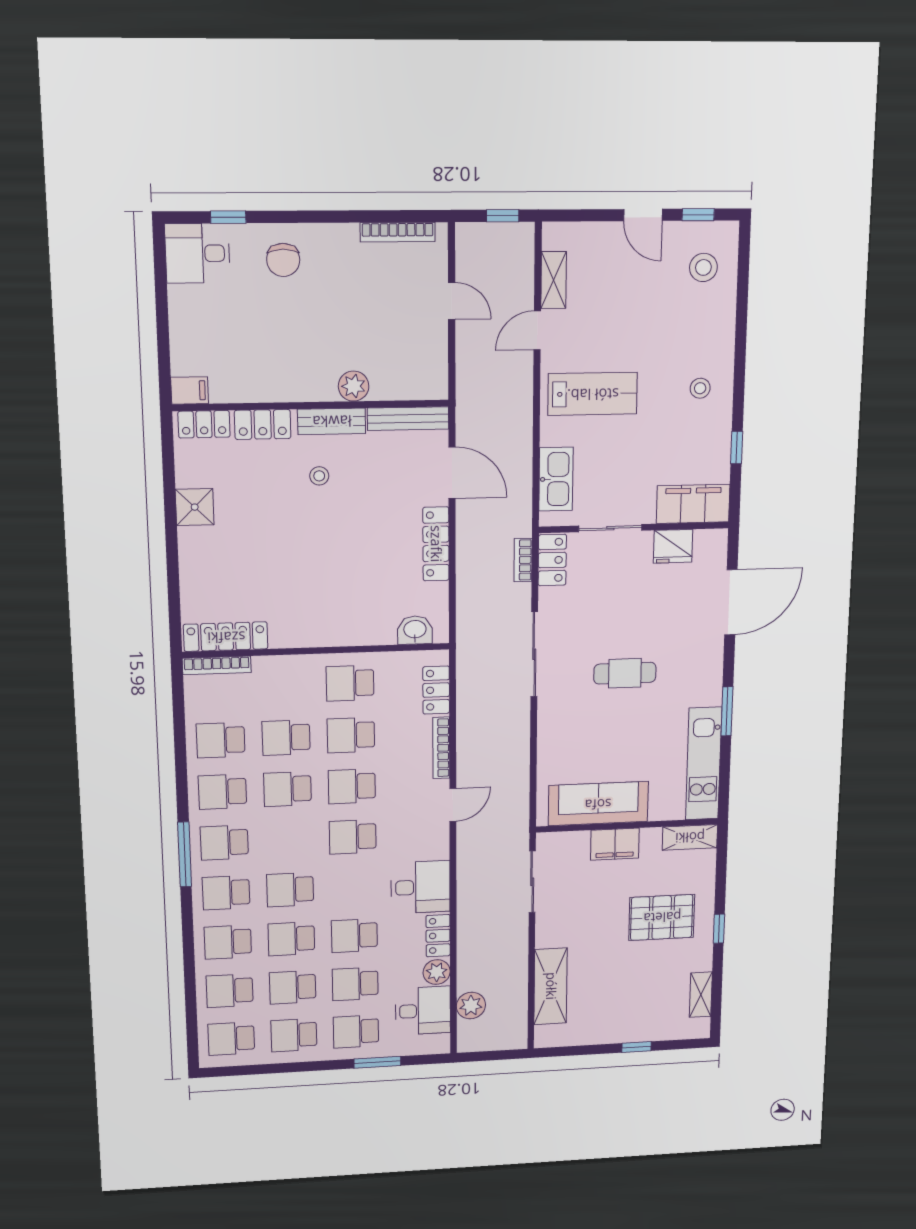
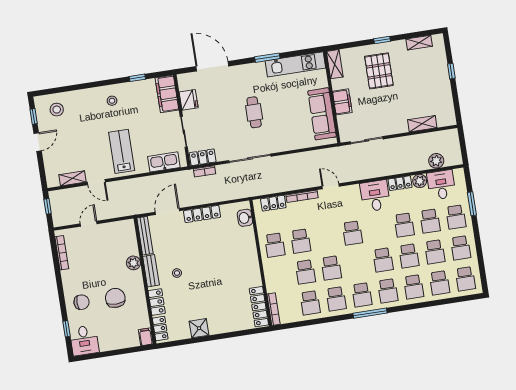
chair: (283, 336) -> (115, 298), added
school desk: (352, 786) -> (327, 237), removed
shelving: (551, 986) -> (422, 124), width x0.67, depth x0.75

